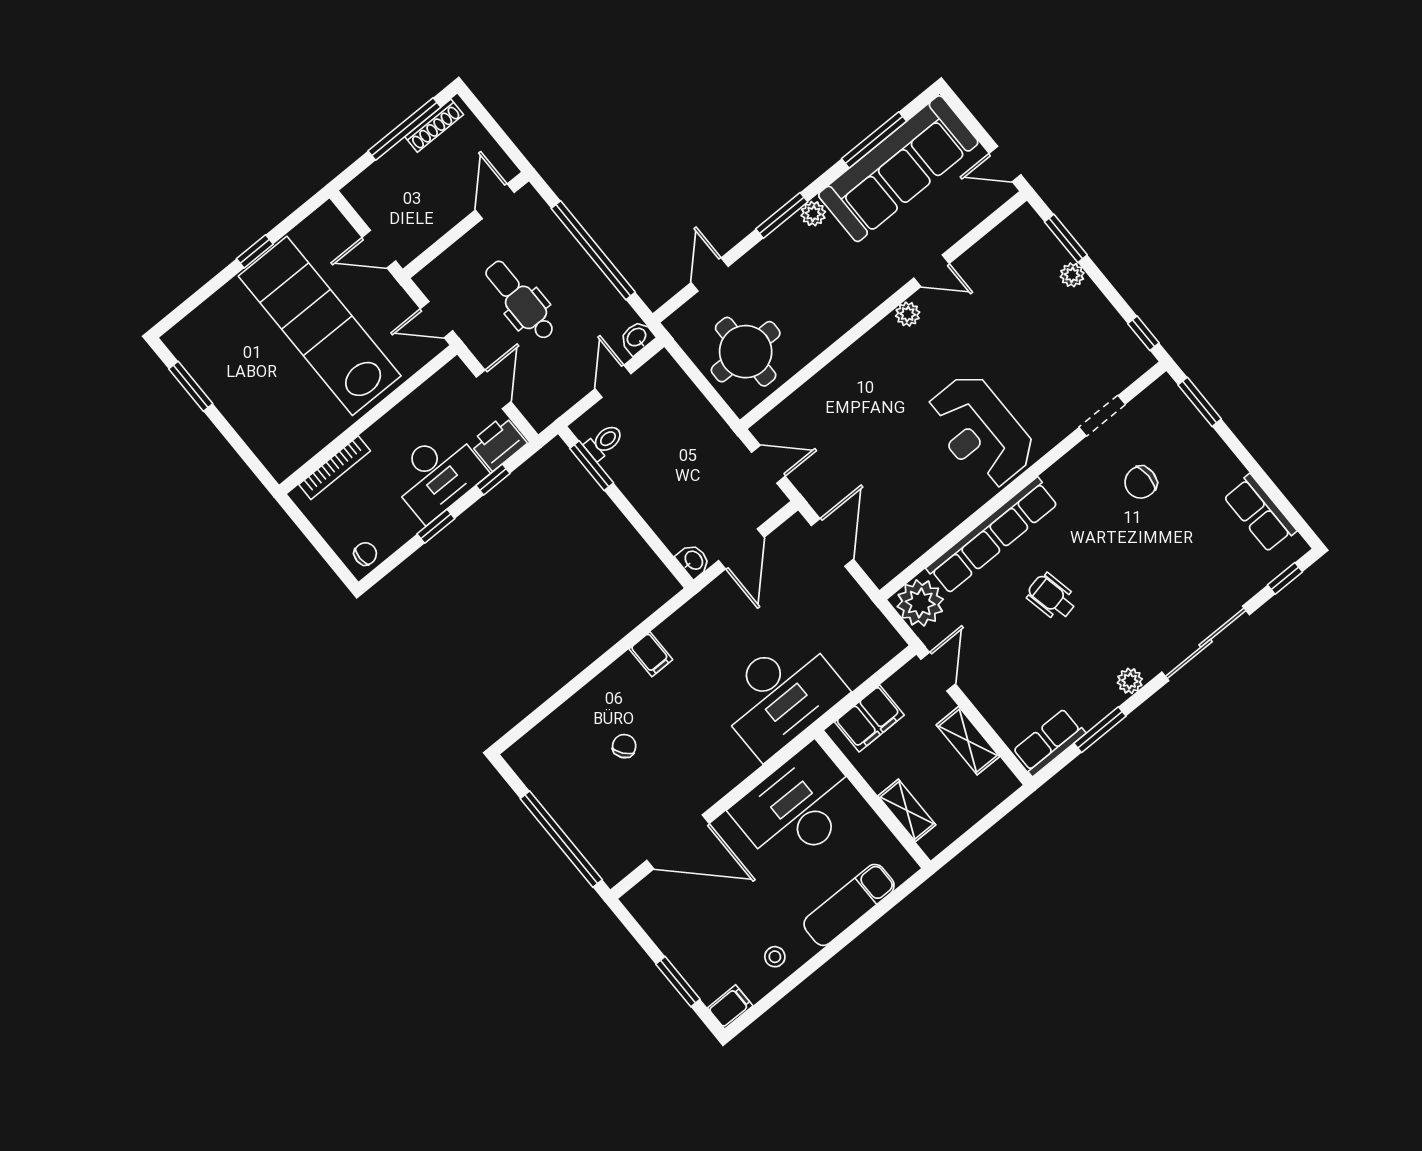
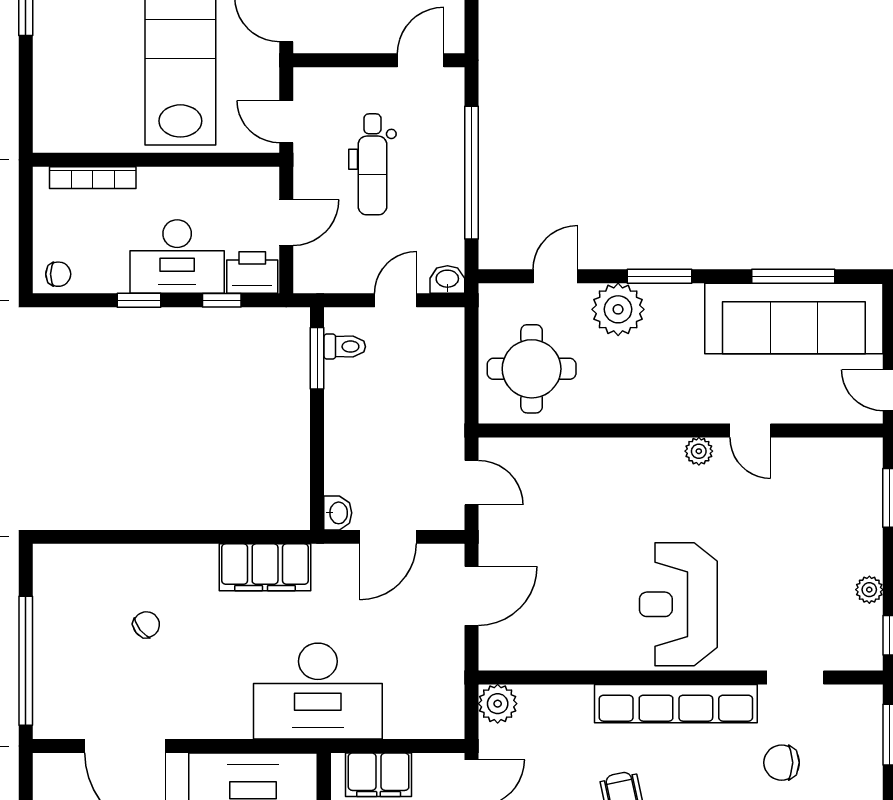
plant: (813, 214) -> (618, 309), moved, width x1.87, depth x1.87
plant: (1072, 275) -> (869, 590), moved
dental chair: (520, 300) -> (372, 164), turned 180
row of seats: (992, 536) -> (676, 704), moved
plant: (920, 603) -> (498, 704), width x0.73, depth x0.73
filing cabinet: (651, 654) -> (265, 567), width x3.00, depth x1.17

